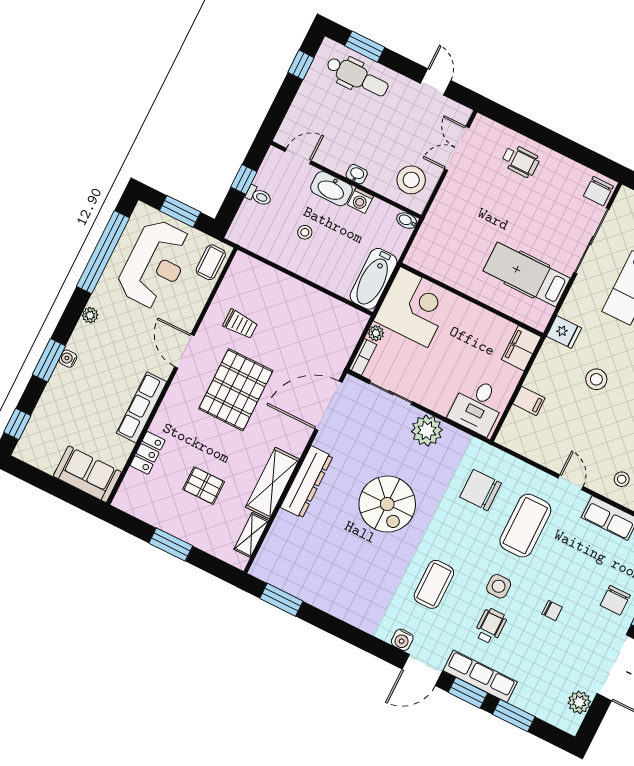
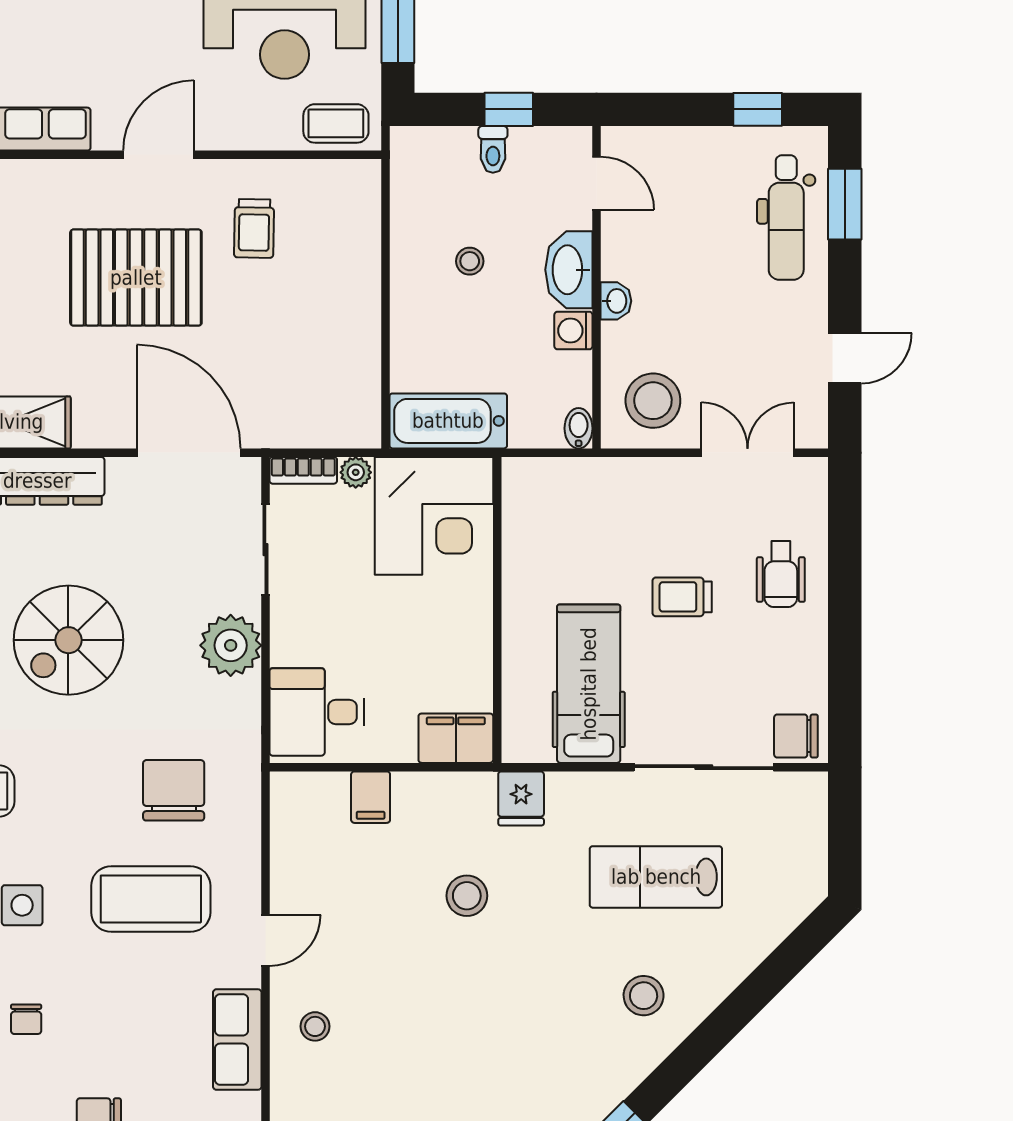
trolley: (508, 212) -> (682, 597), added

